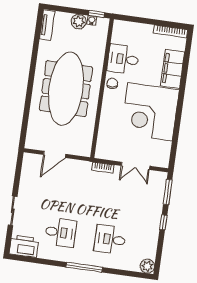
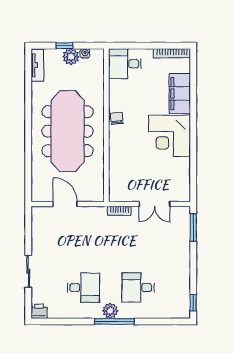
window: (96, 14) -> (64, 46), moved
desk: (123, 59) -> (125, 64), moved
corner desk: (150, 112) -> (169, 136), width x0.74, depth x0.74
door: (55, 154) -> (65, 204), swing flipped
window: (163, 222) -> (193, 303), moved
printer: (24, 246) -> (39, 311), width x0.53, depth x0.68
plant: (147, 266) -> (110, 311), moved

